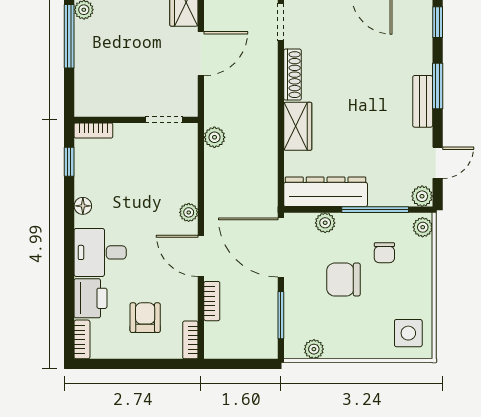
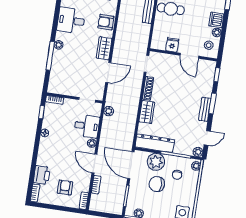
plant: (325, 223) -> (156, 162), width x1.87, depth x1.87
desk: (100, 252) -> (87, 126), moved, turned 180

